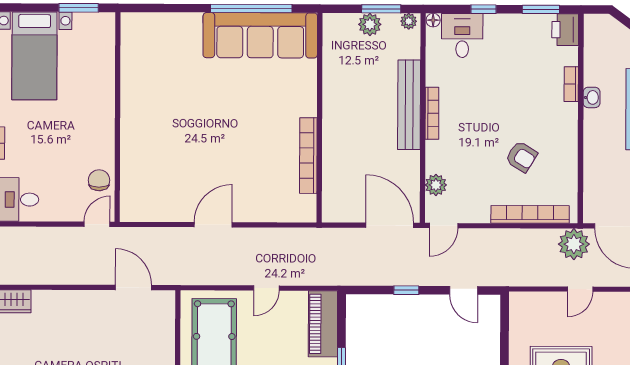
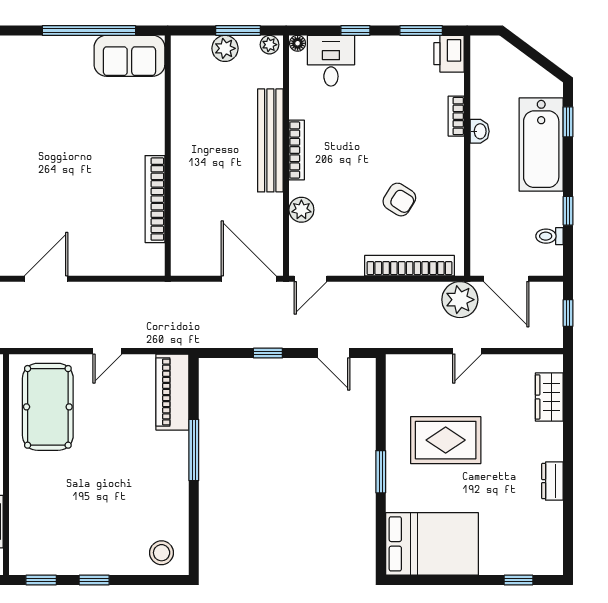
sofa: (260, 35) -> (129, 56), width x0.54, depth x0.79
plant: (436, 185) -> (301, 210), moved

